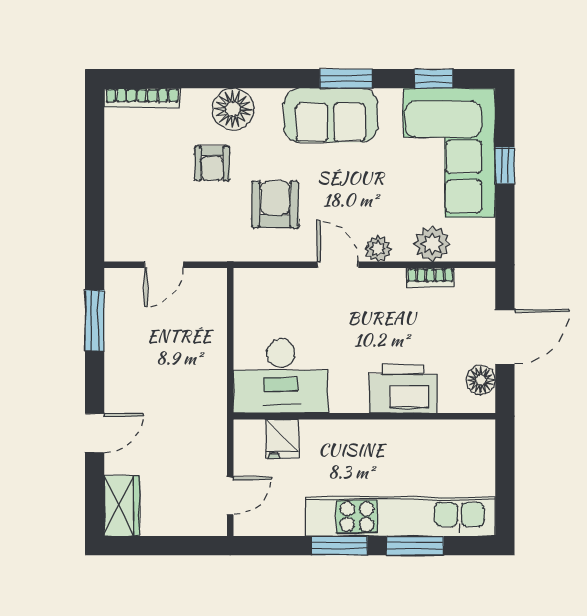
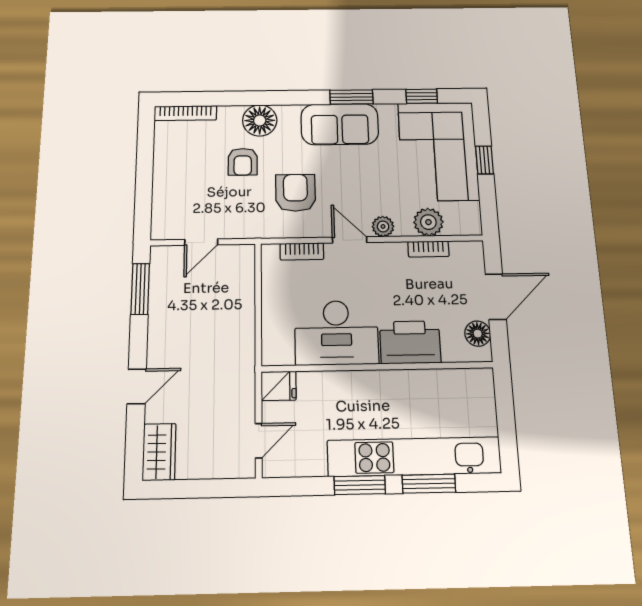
bookcase: (282, 278) -> (302, 251), added
desk: (281, 376) -> (336, 333), moved
fridge: (282, 439) -> (279, 386), moved, turned -90

